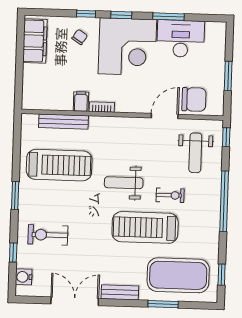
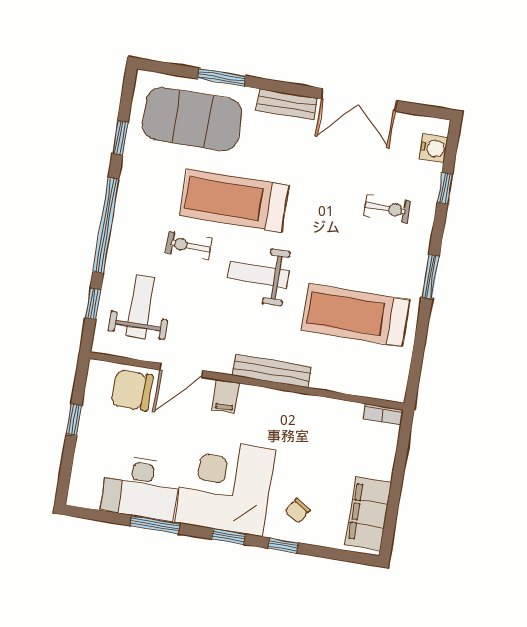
window: (228, 76) -> (74, 420), width x0.67
filing cabinet: (81, 102) -> (226, 396), moved
bookcase: (102, 107) -> (383, 414), moved
bench: (64, 122) -> (272, 371), moved
window: (226, 137) -> (93, 304), moved
weight bench: (124, 183) -> (259, 275), turned 180
treadmill: (145, 227) -> (234, 200), turned 180
exercise bike: (48, 235) -> (387, 209), width x0.73, depth x0.72
window: (222, 275) -> (120, 138), moved

